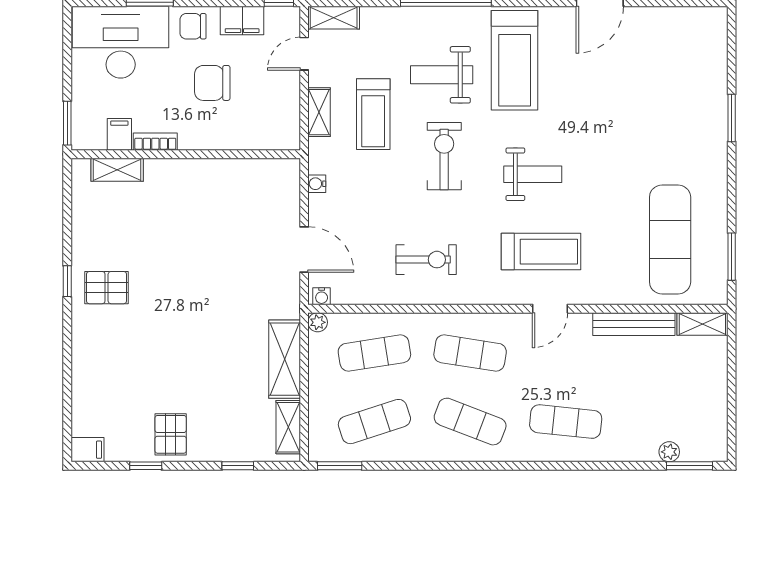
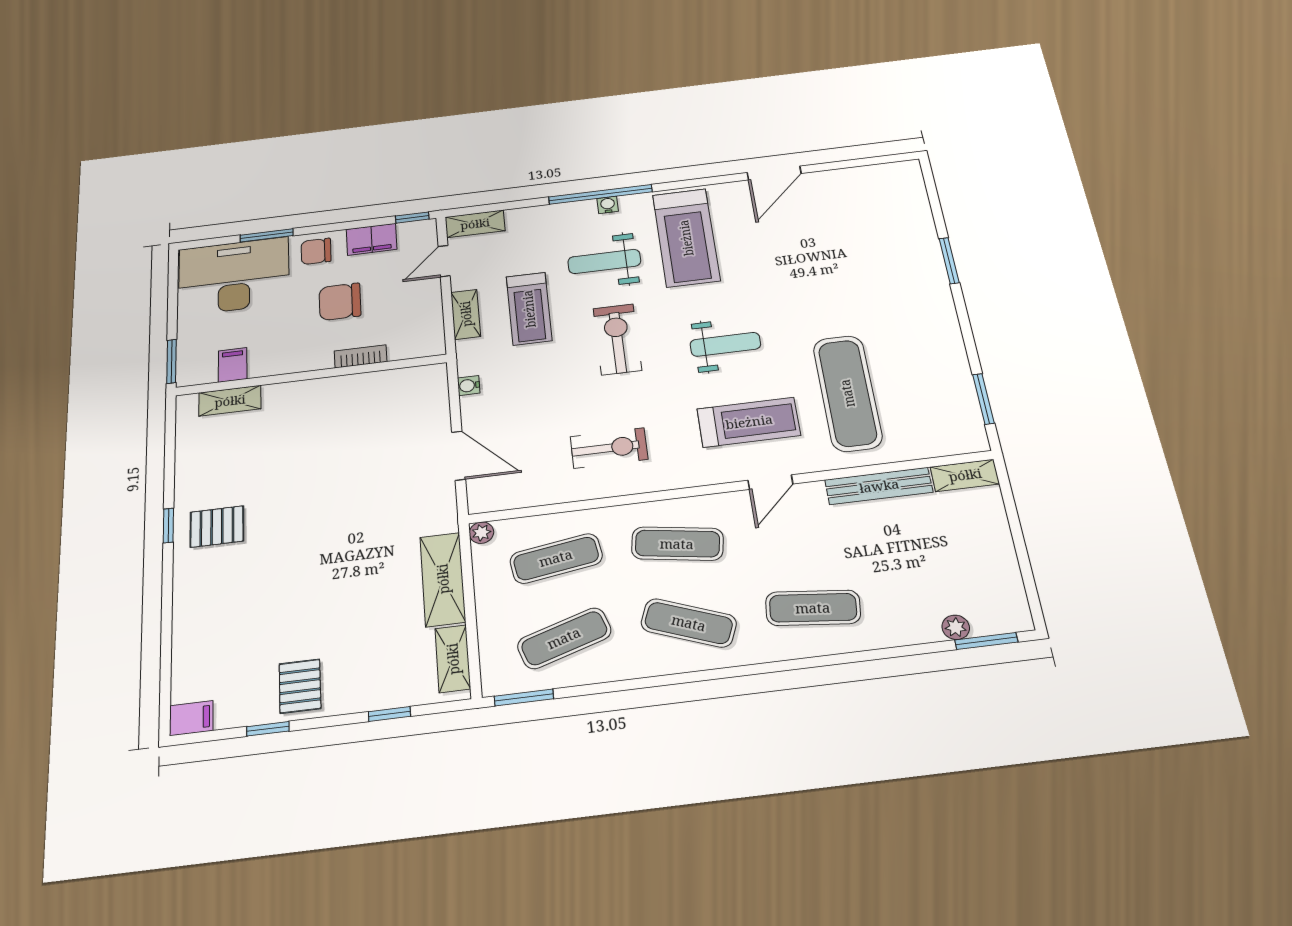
bookcase: (155, 142) -> (361, 356), moved
exercise mat: (670, 239) -> (847, 393), moved
water cooler: (322, 296) -> (608, 205), moved, turned 180

